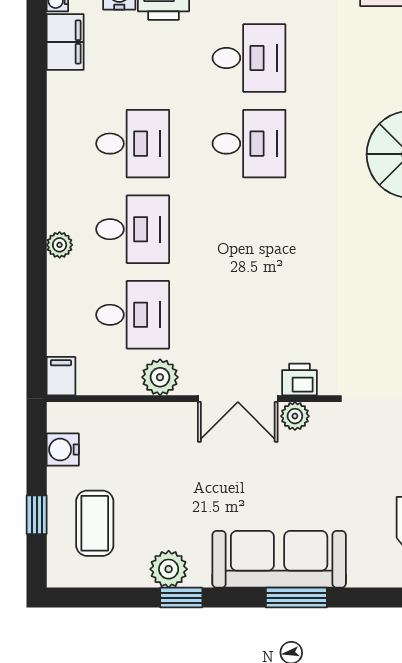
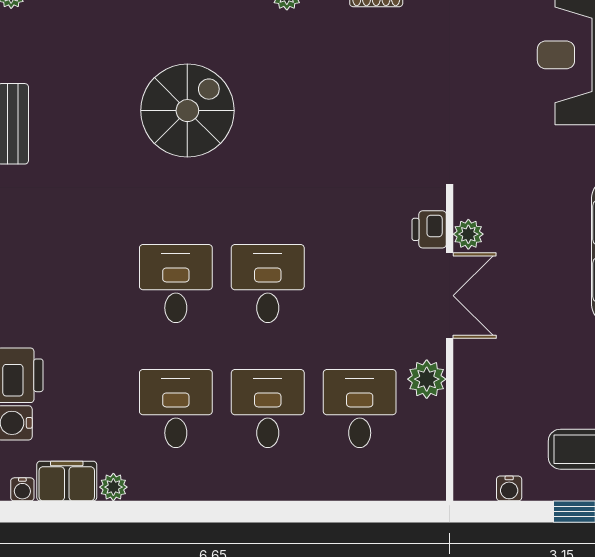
desk: (249, 58) -> (268, 284), moved
plant: (60, 245) -> (113, 487), moved
filing cabinet: (61, 376) -> (426, 486), removed
water cooler: (63, 450) -> (509, 488), width x0.72, depth x0.72

